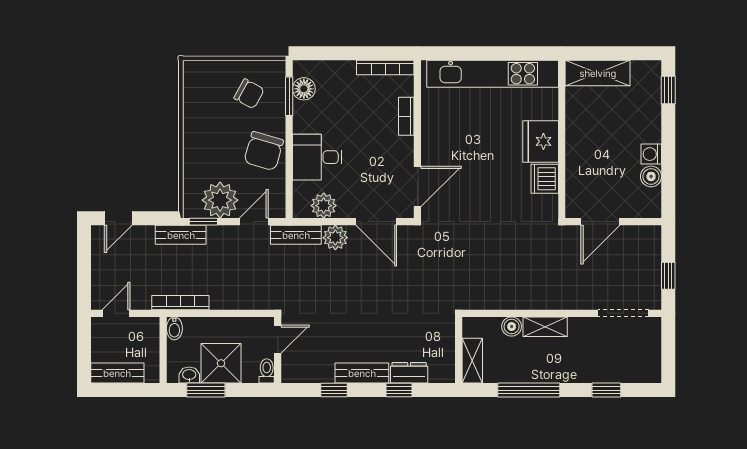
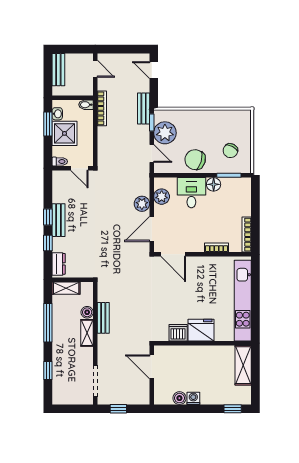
floor lamp: (304, 89) -> (214, 184), moved
bench: (296, 235) -> (103, 318), moved
dresser: (409, 373) -> (59, 264), moved
window: (334, 390) -> (48, 217), moved

